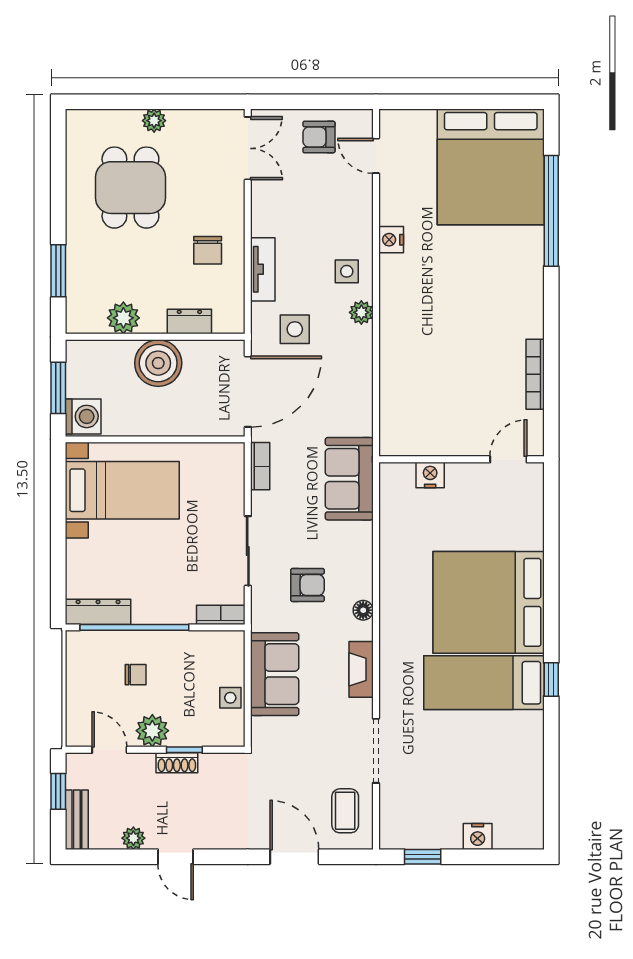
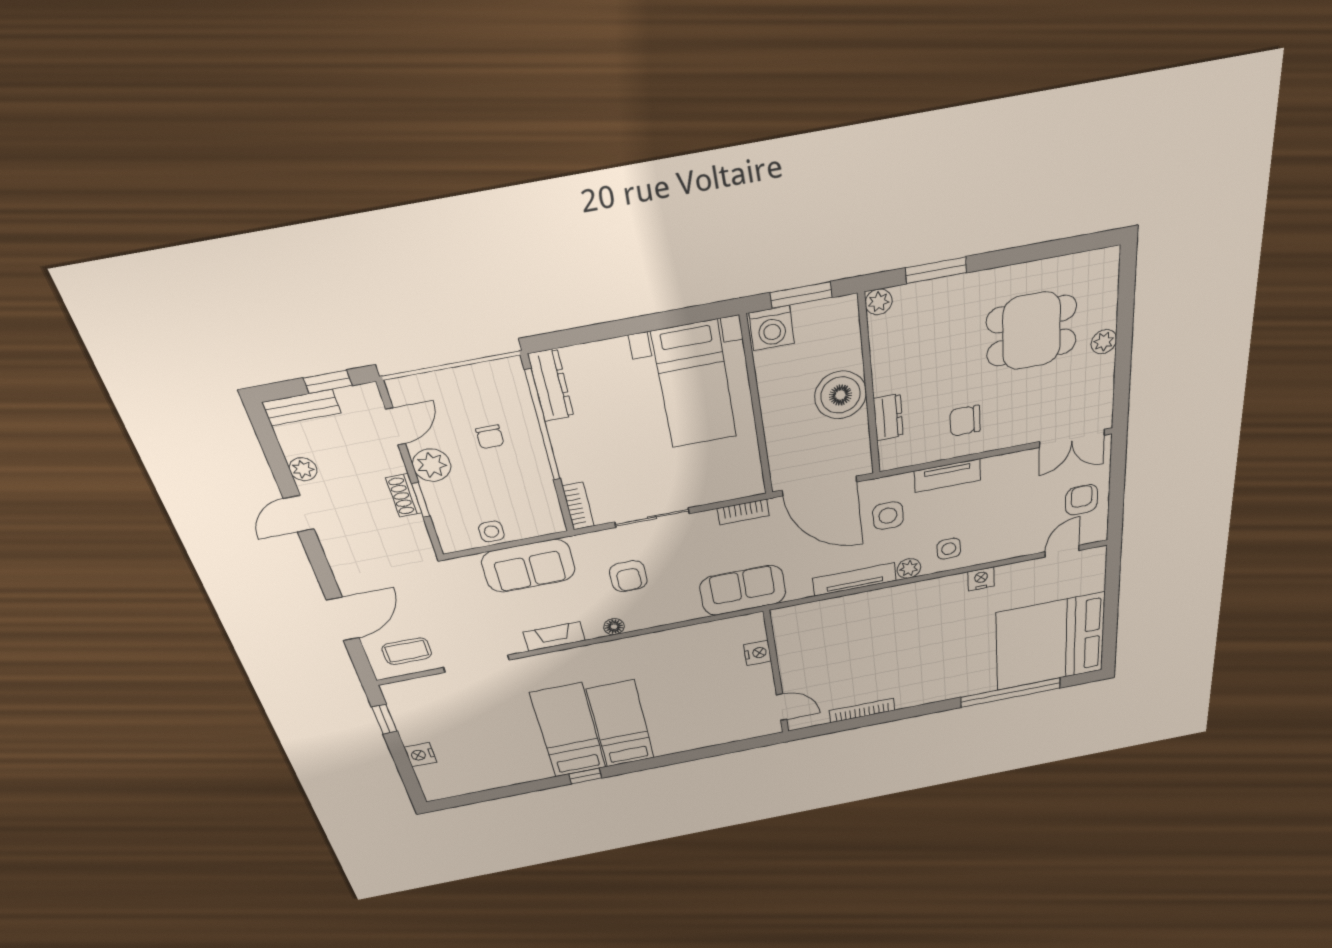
plant: (123, 318) -> (879, 302), moved, width x0.73, depth x0.73
tv unit: (362, 368) -> (854, 579), added
bed: (489, 602) -> (621, 724), width x0.49

